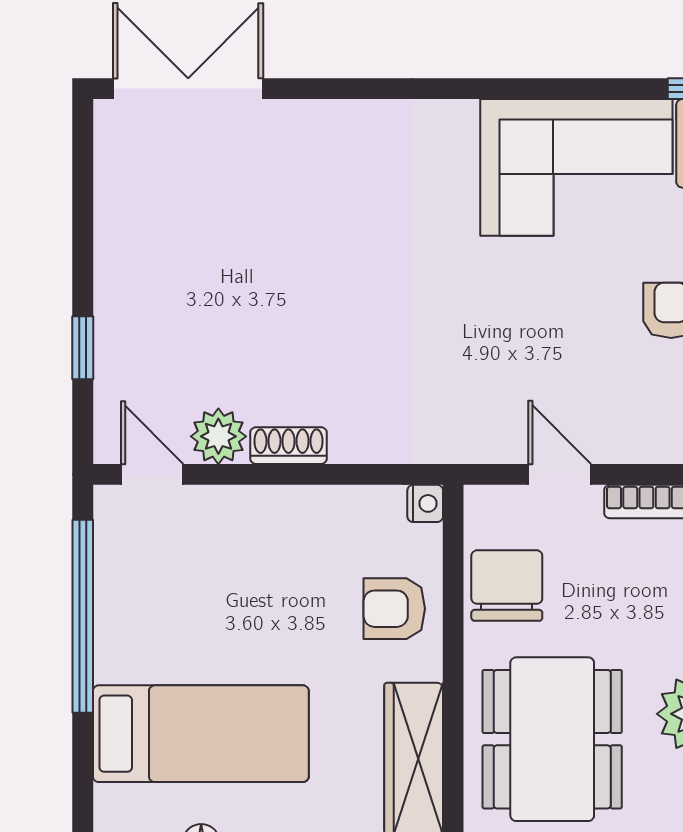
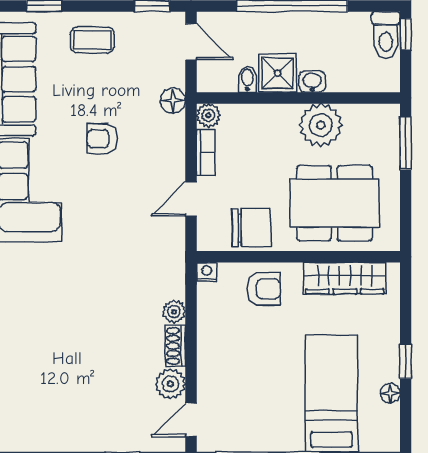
plant: (352, 443) -> (174, 312), added
chair: (507, 586) -> (251, 228), turned 180
armchair: (394, 609) -> (264, 289), turned -90

